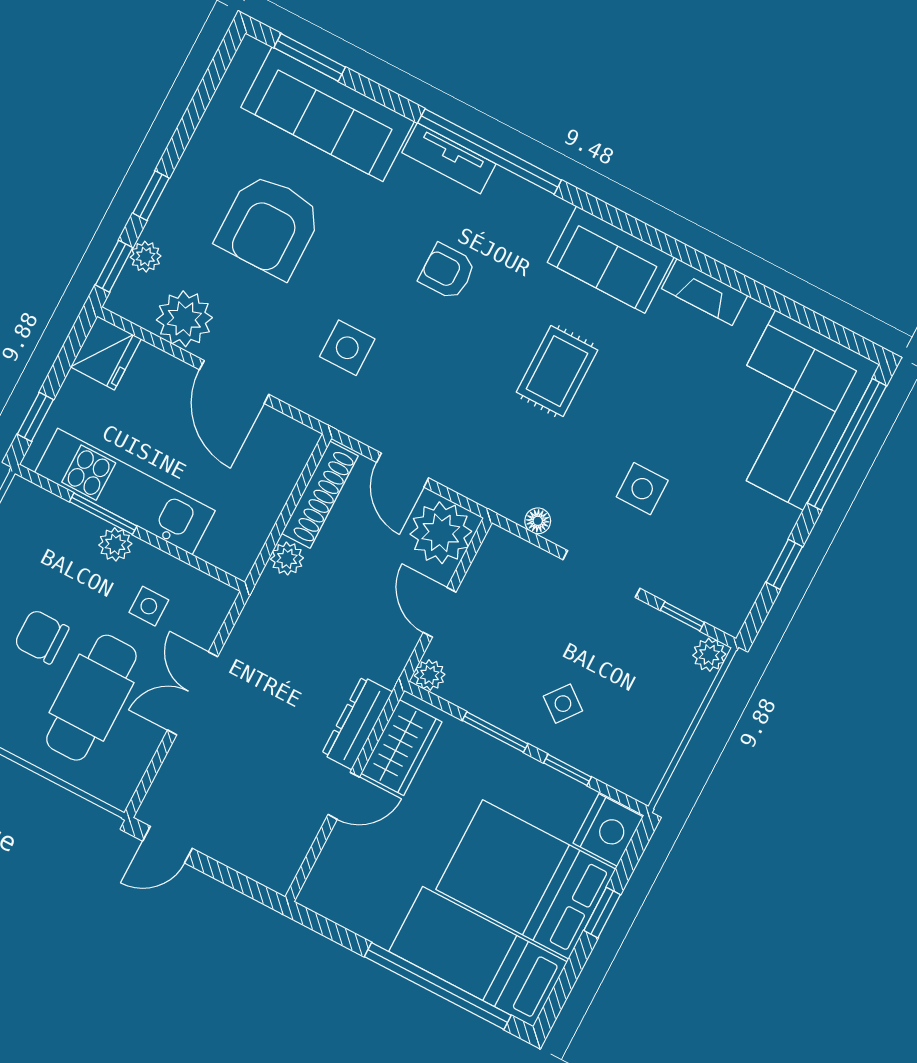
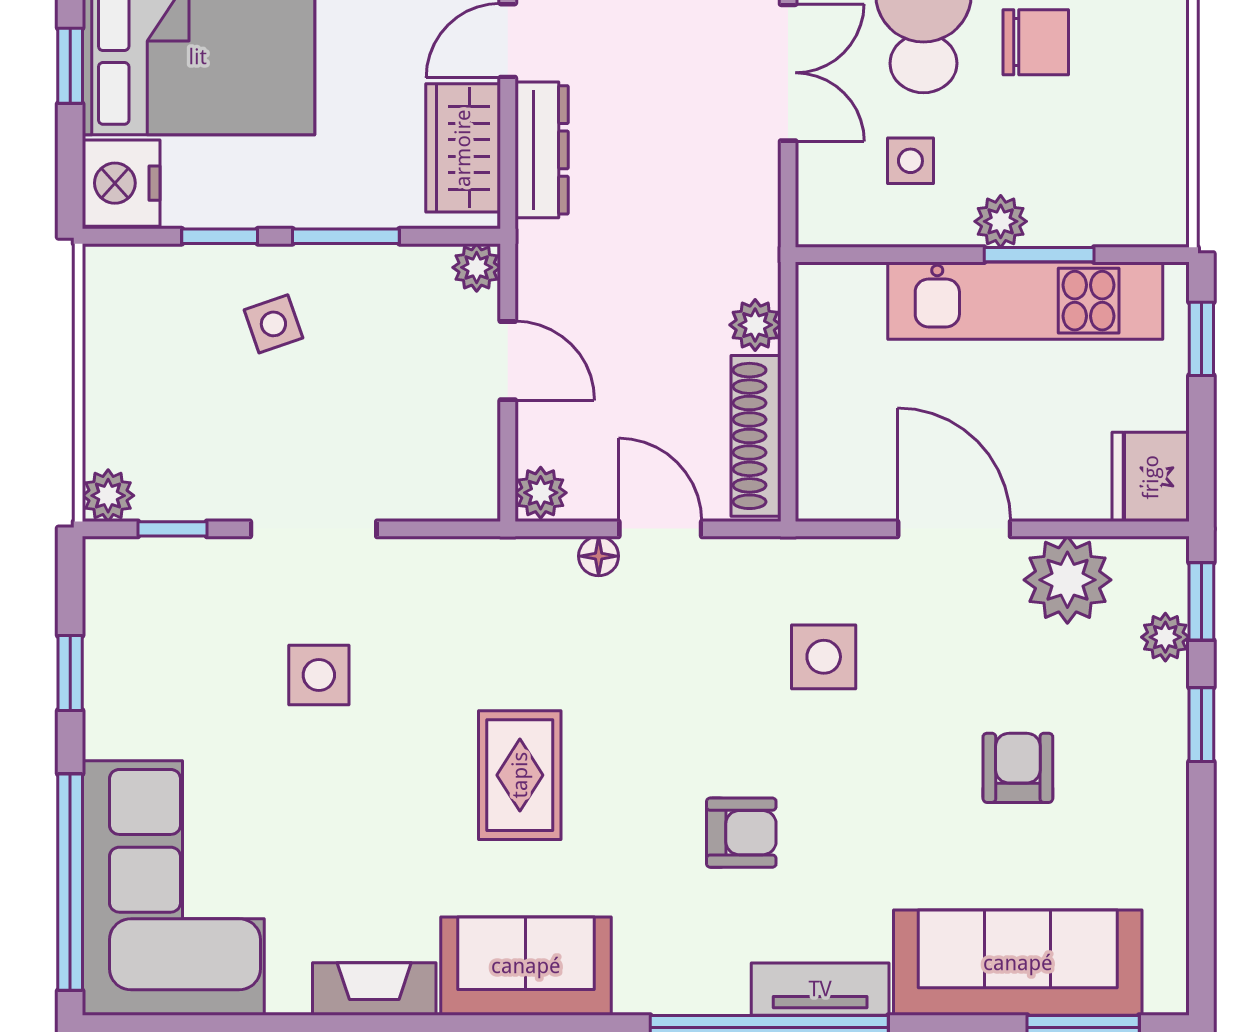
armchair: (269, 226) -> (1018, 768), width x0.53, depth x0.53
floor lamp: (538, 521) -> (599, 556), moved
plant: (441, 533) -> (541, 493), width x0.53, depth x0.53
side table: (563, 704) -> (273, 324), turned 33

